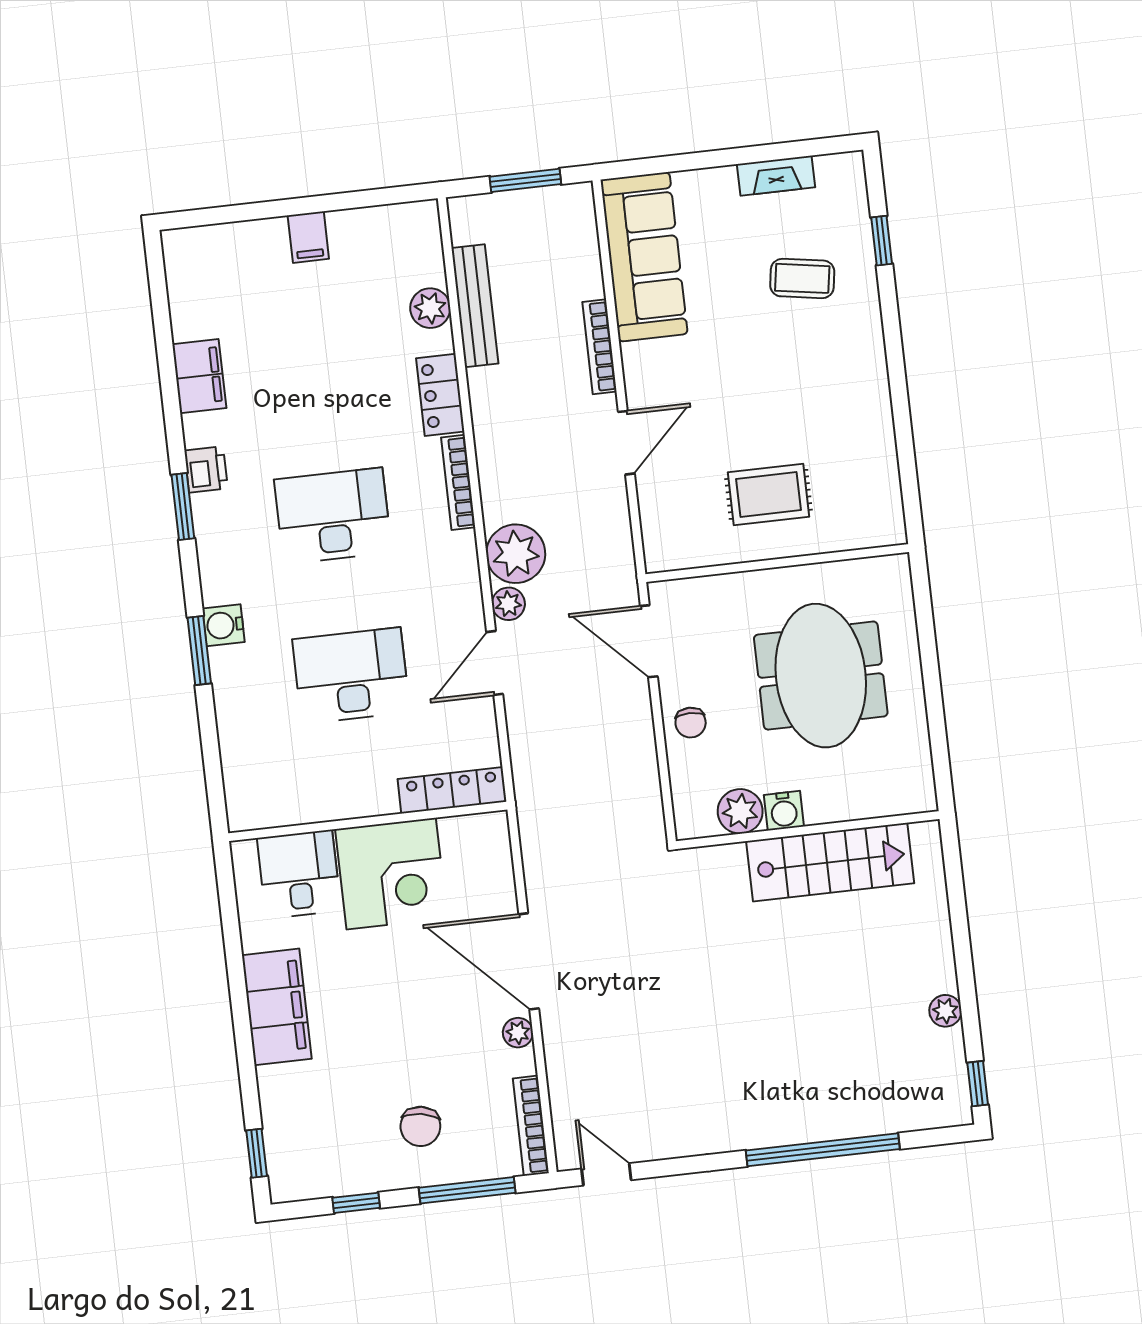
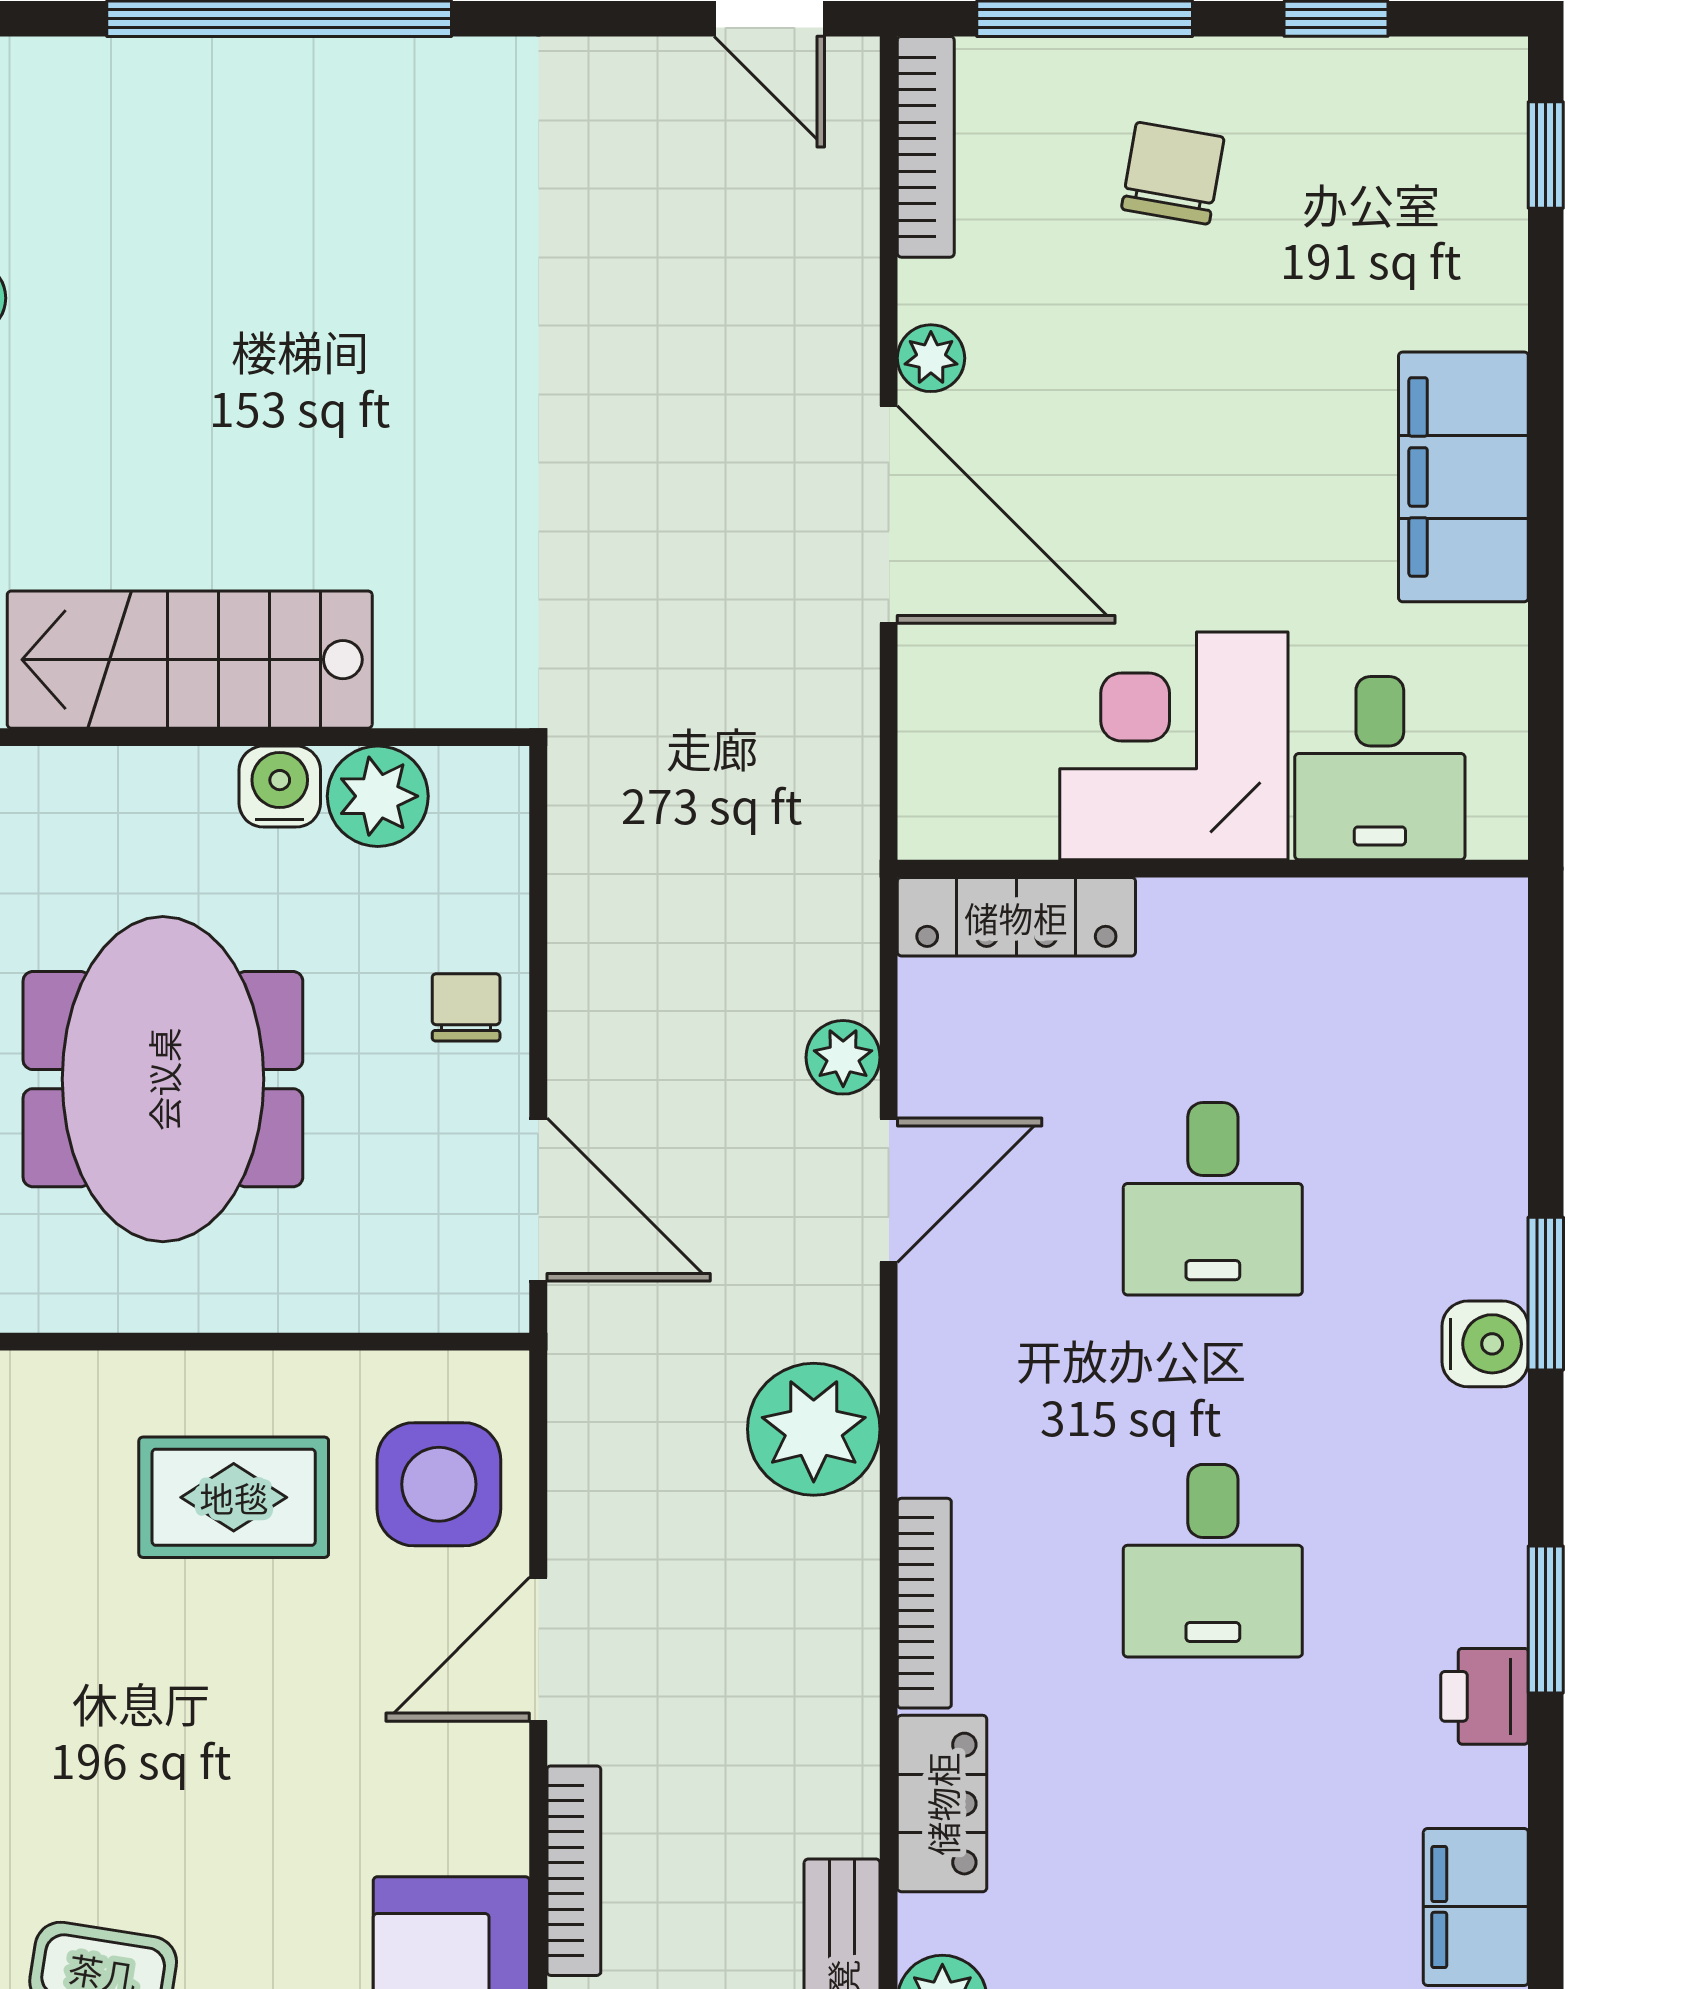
side table: (679, 511) -> (439, 1484), added
desk: (333, 516) -> (1213, 1561), width x0.73
plant: (508, 604) -> (843, 1057), moved
desk: (351, 676) -> (1213, 1199), width x0.73

